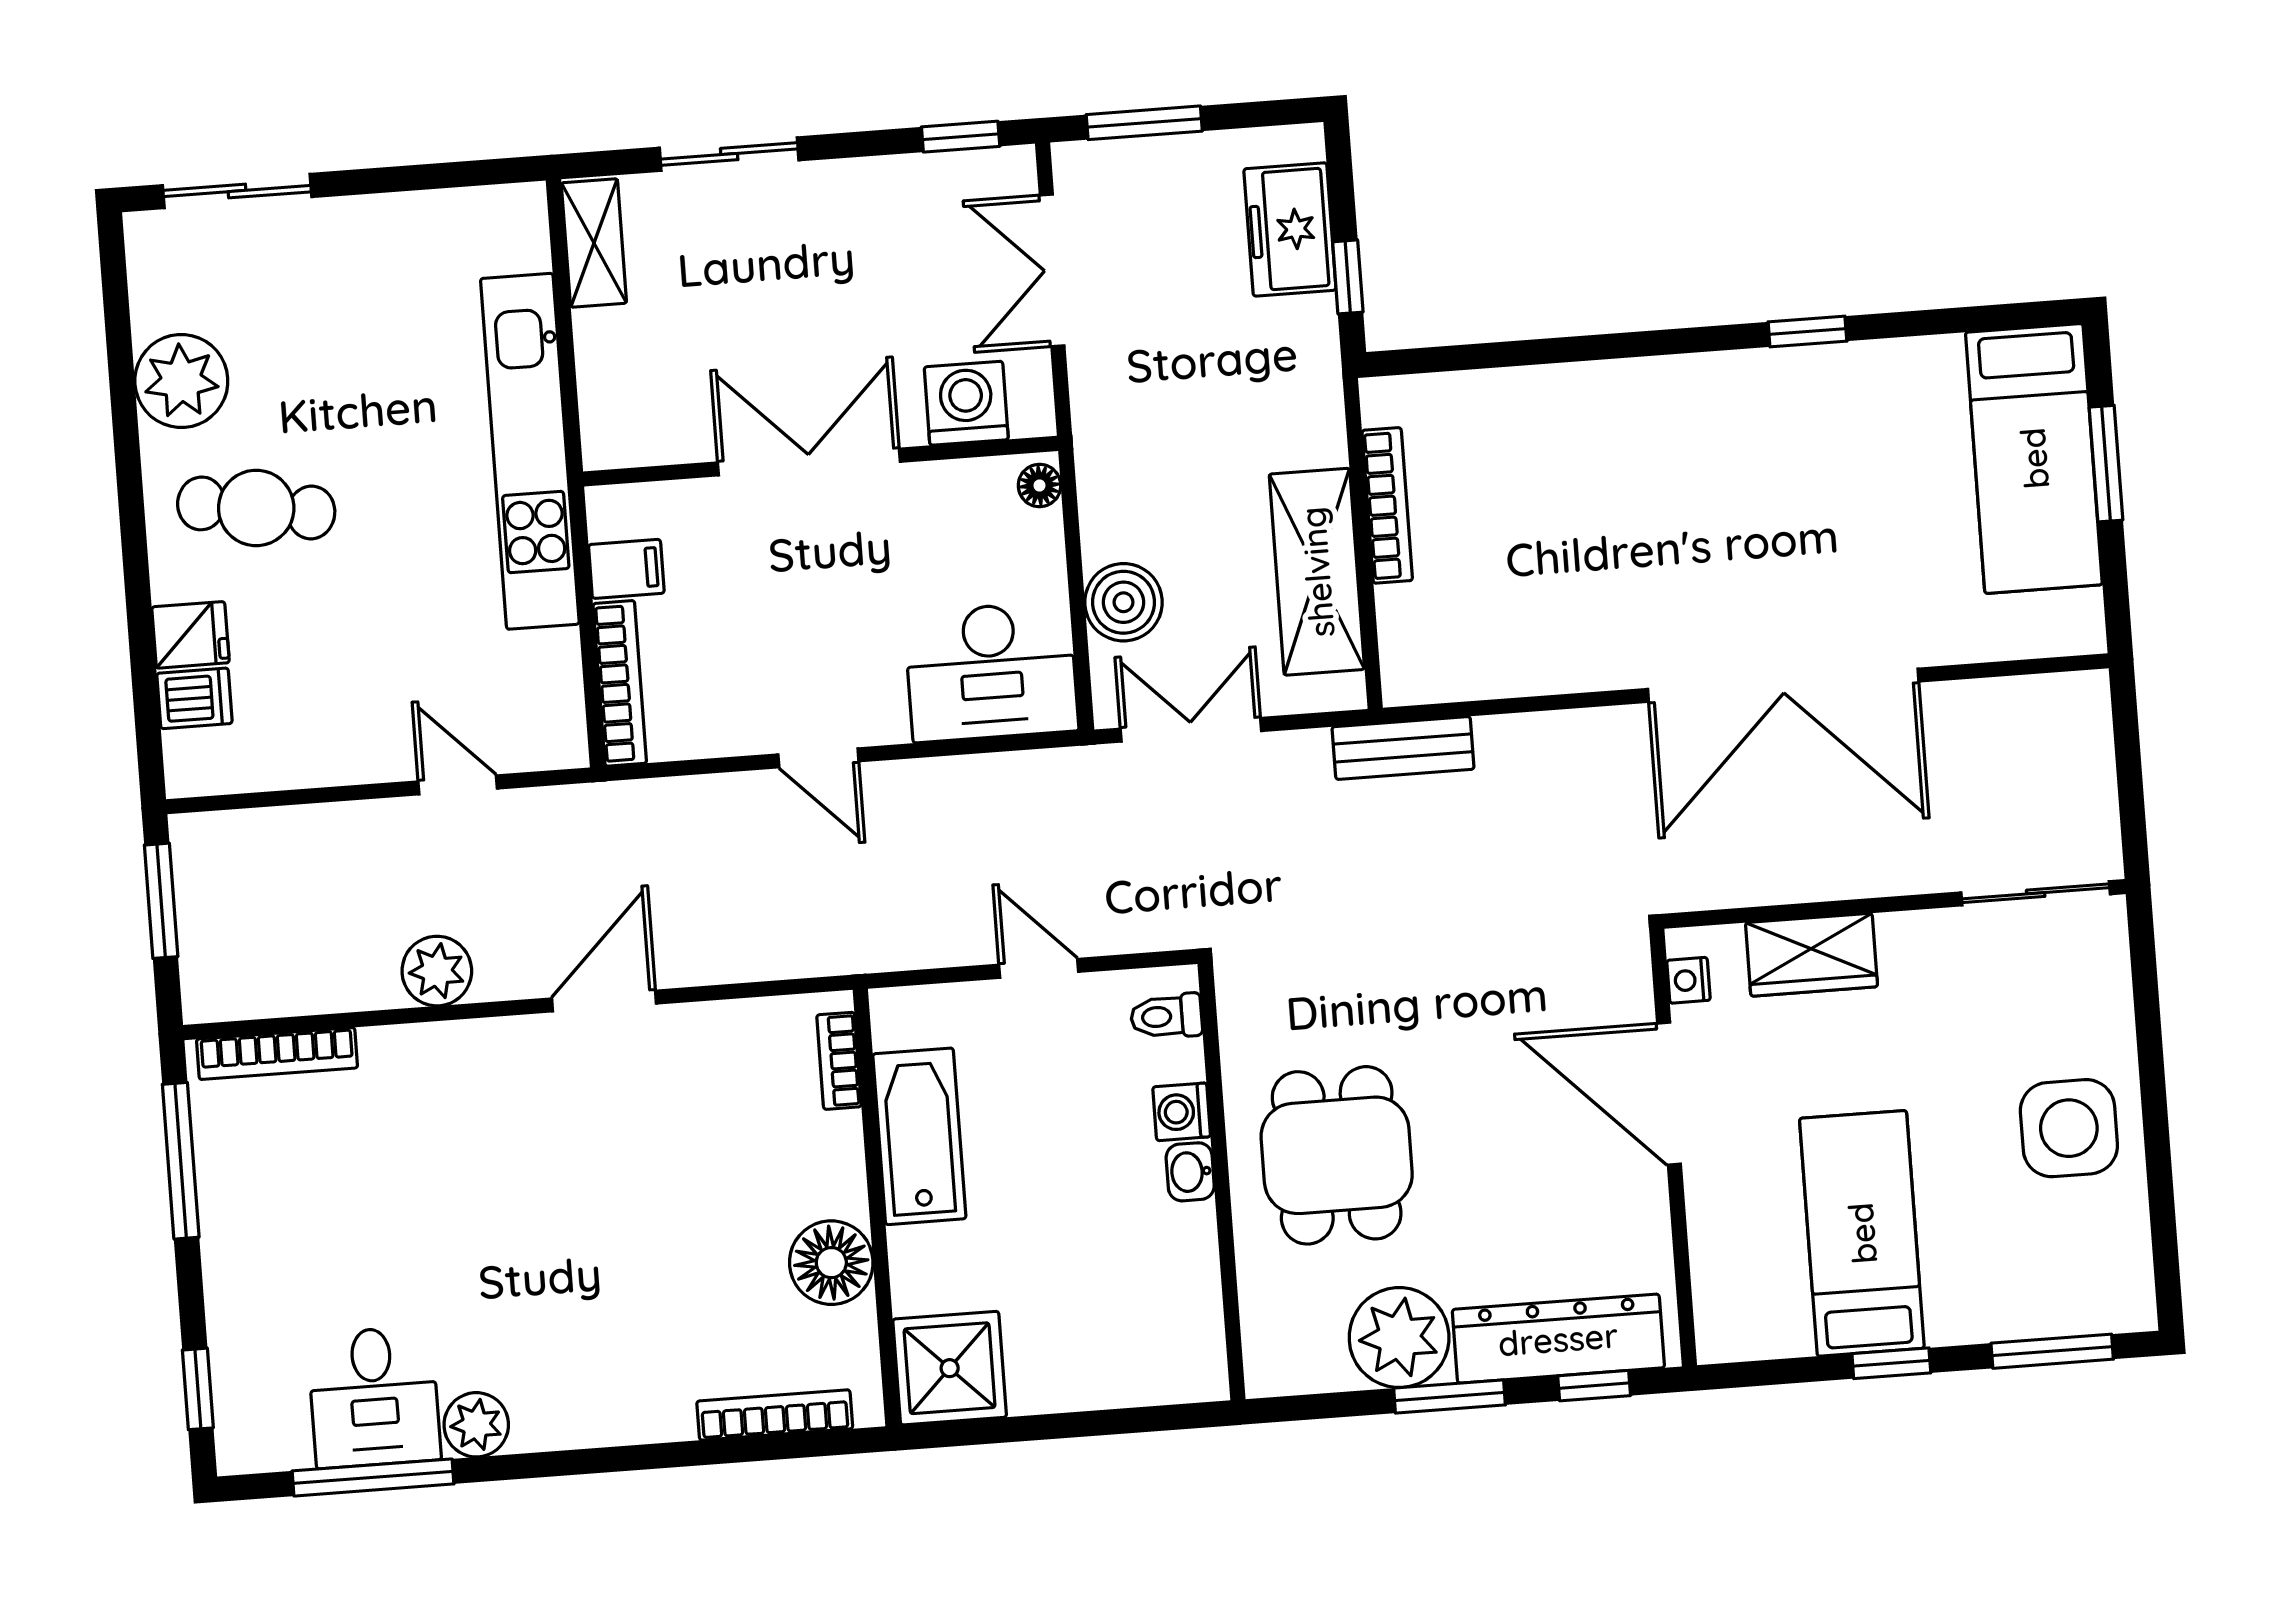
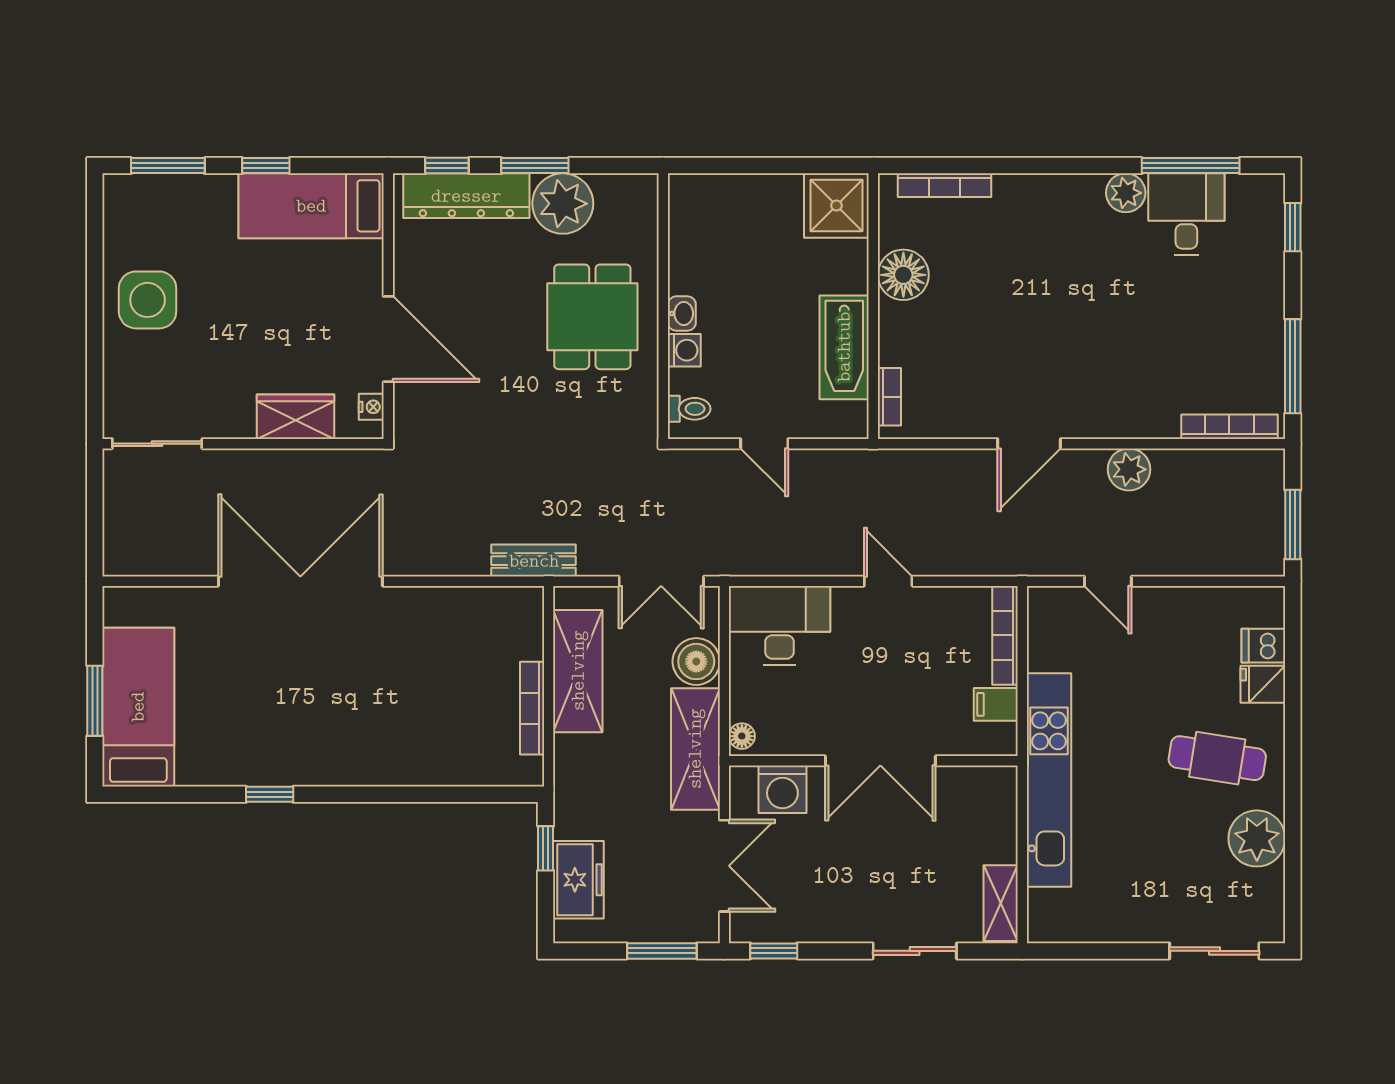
shelving: (1114, 459) -> (695, 749), added
bed: (1862, 1233) -> (311, 206), moved, turned 90

